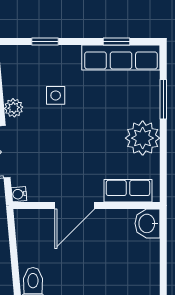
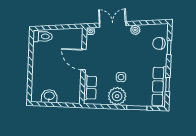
chair: (38, 61) -> (159, 43), added
side table: (56, 95) -> (121, 77), moved
washbasin: (148, 223) -> (49, 96), moved

